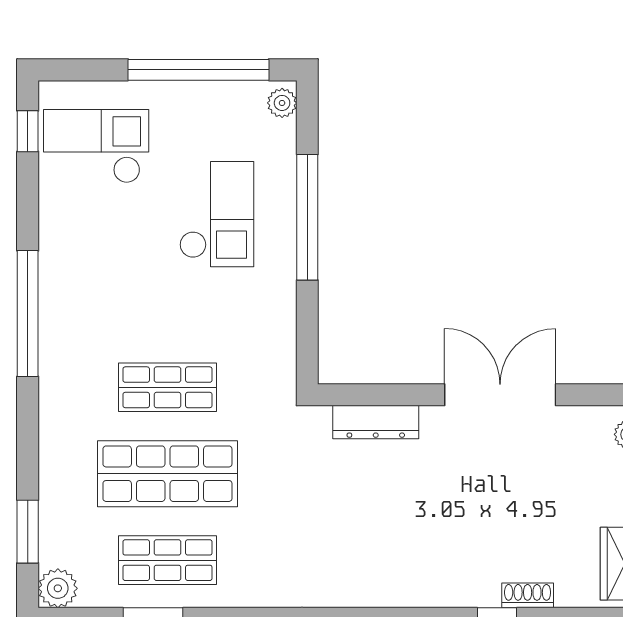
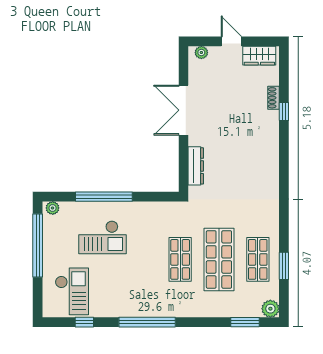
window: (28, 131) -> (84, 322), moved
checkout: (96, 146) -> (72, 291), turned 180
checkout: (217, 214) -> (102, 237), turned 180

